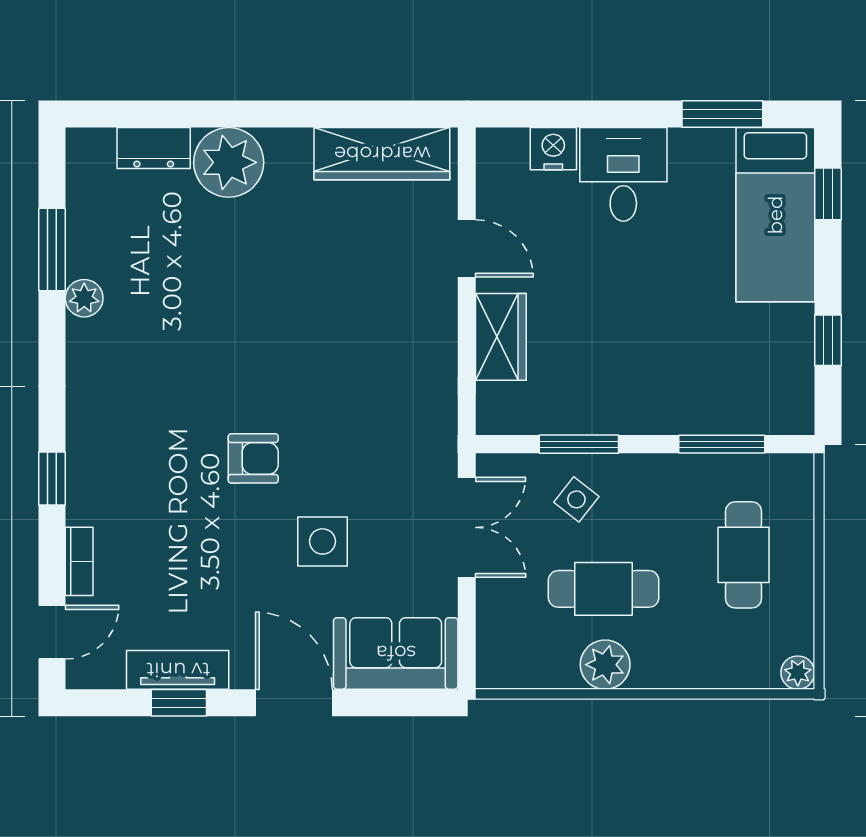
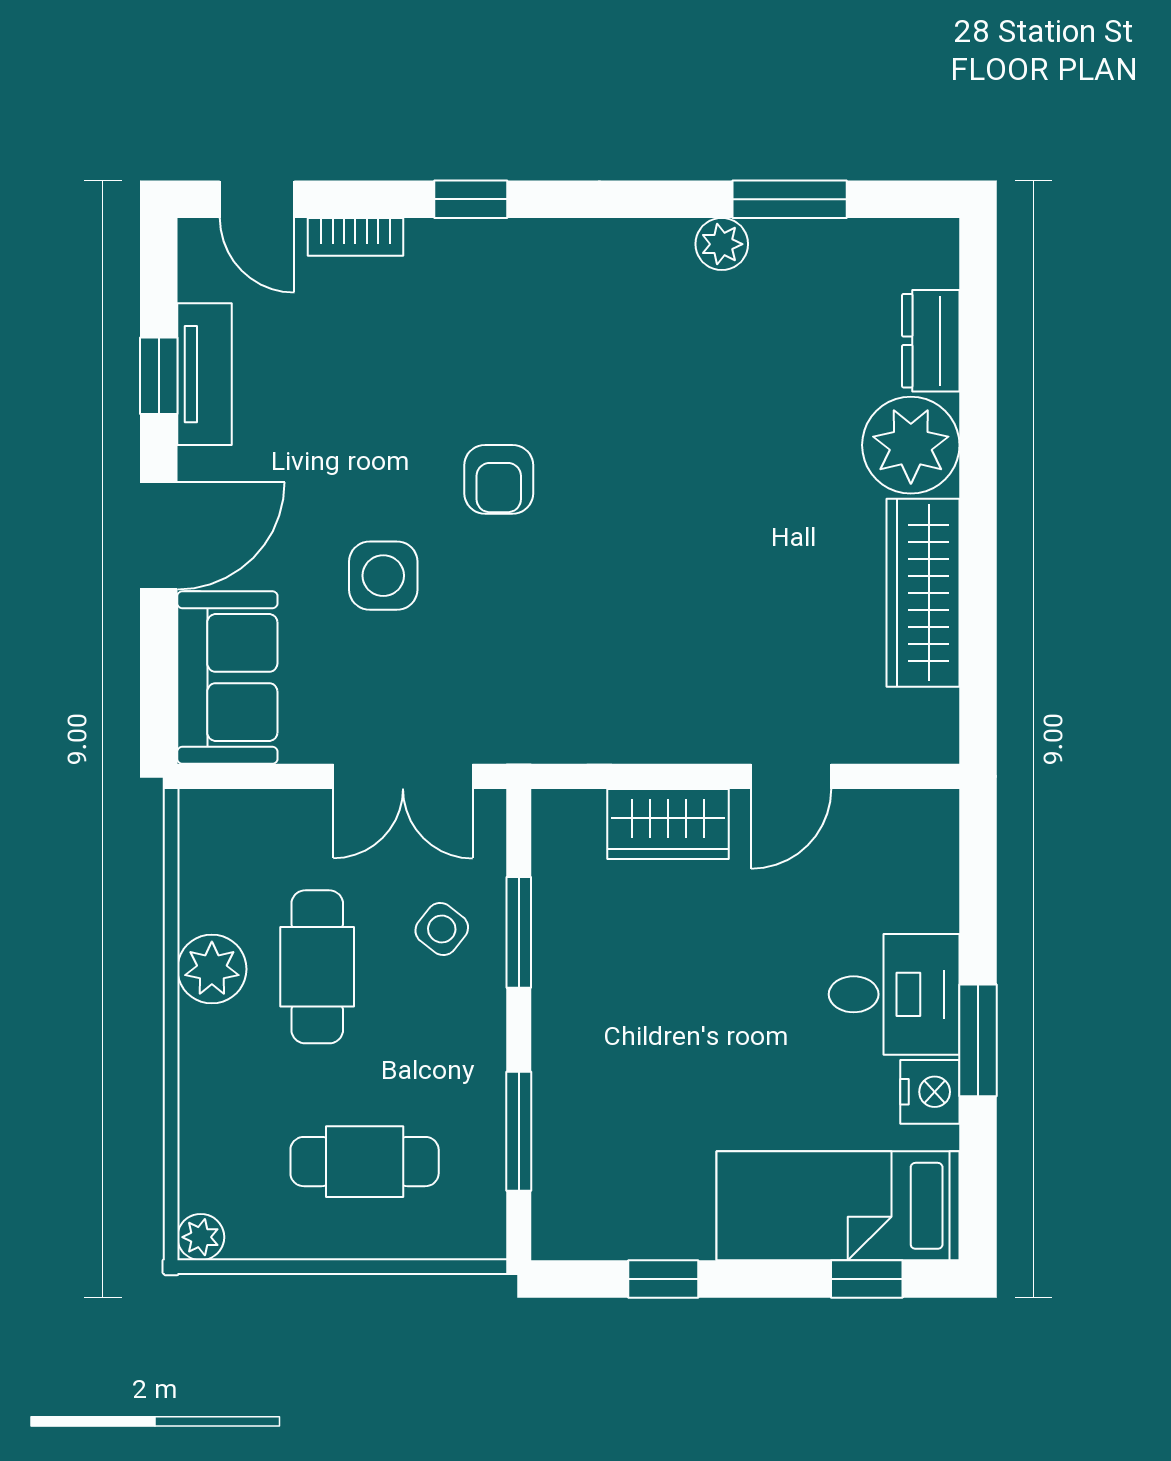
window: (722, 114) -> (978, 1040), moved
nightstand: (553, 149) -> (930, 1092), moved
wardrobe: (382, 154) -> (923, 593), moved

